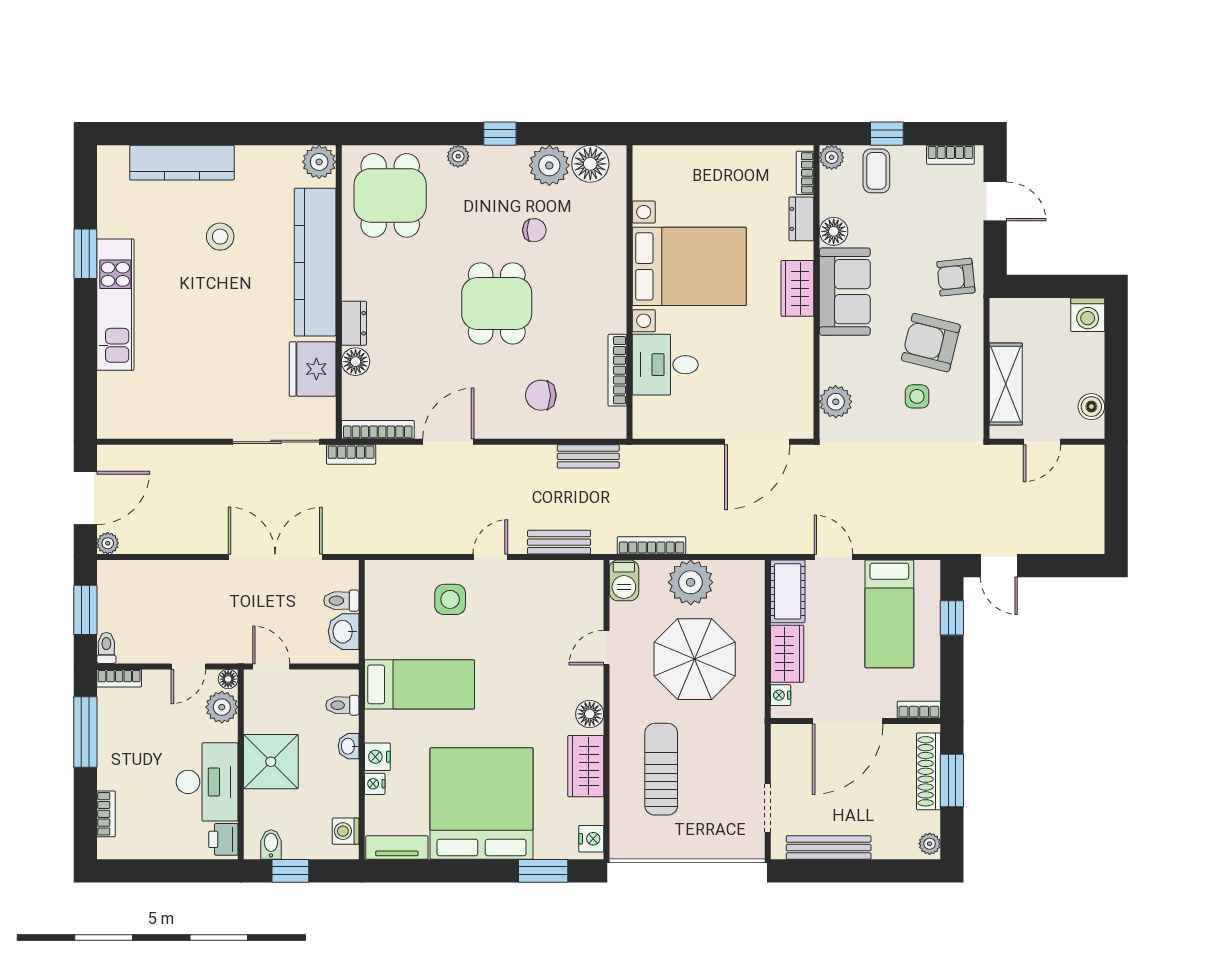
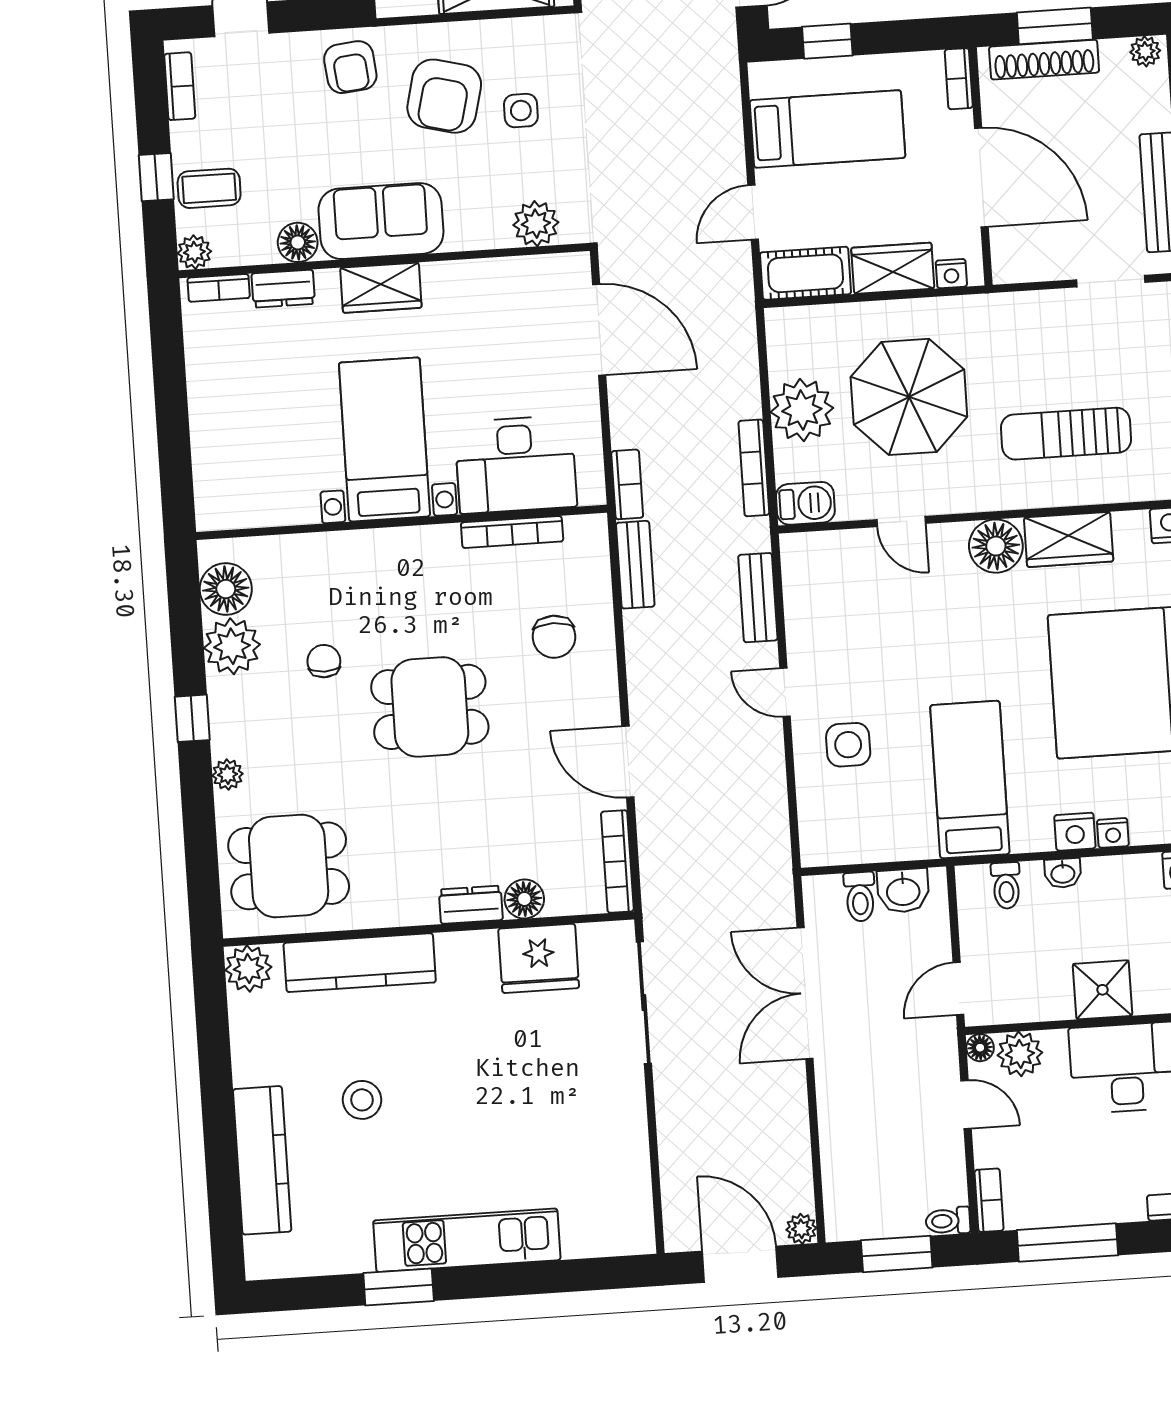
kitchen counter: (315, 262) -> (360, 963), width x0.72, depth x0.86
bed with nightstands: (689, 266) -> (384, 439), width x0.73
desk: (665, 365) -> (516, 465), width x1.37
bookcase: (351, 454) -> (627, 484), moved
floor lamp: (590, 714) -> (996, 546), width x1.38, depth x1.38
shower: (271, 762) -> (1103, 990), width x0.73, depth x0.73

